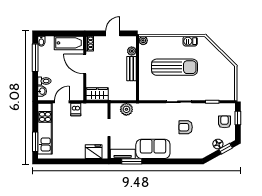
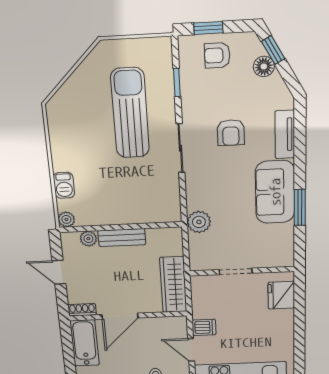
barbecue: (190, 41) -> (64, 185), moved
sun lounger: (175, 67) -> (130, 113), moved
wardrobe: (97, 94) -> (173, 285), width x1.50
plant: (126, 109) -> (199, 222), moved
tv unit: (123, 154) -> (285, 134), moved
window: (132, 161) -> (300, 208), moved

